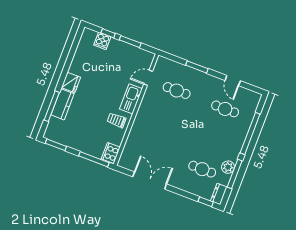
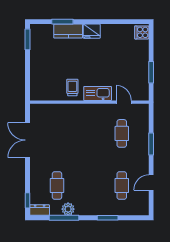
window: (108, 33) -> (151, 48), removed
cooker: (102, 41) -> (142, 32), moved
window: (52, 106) -> (62, 22), width x0.69
window: (250, 133) -> (108, 218), width x0.47
cooker: (111, 153) -> (39, 94), removed
window: (94, 159) -> (28, 80), removed
double door: (150, 180) -> (28, 140), swing flipped

